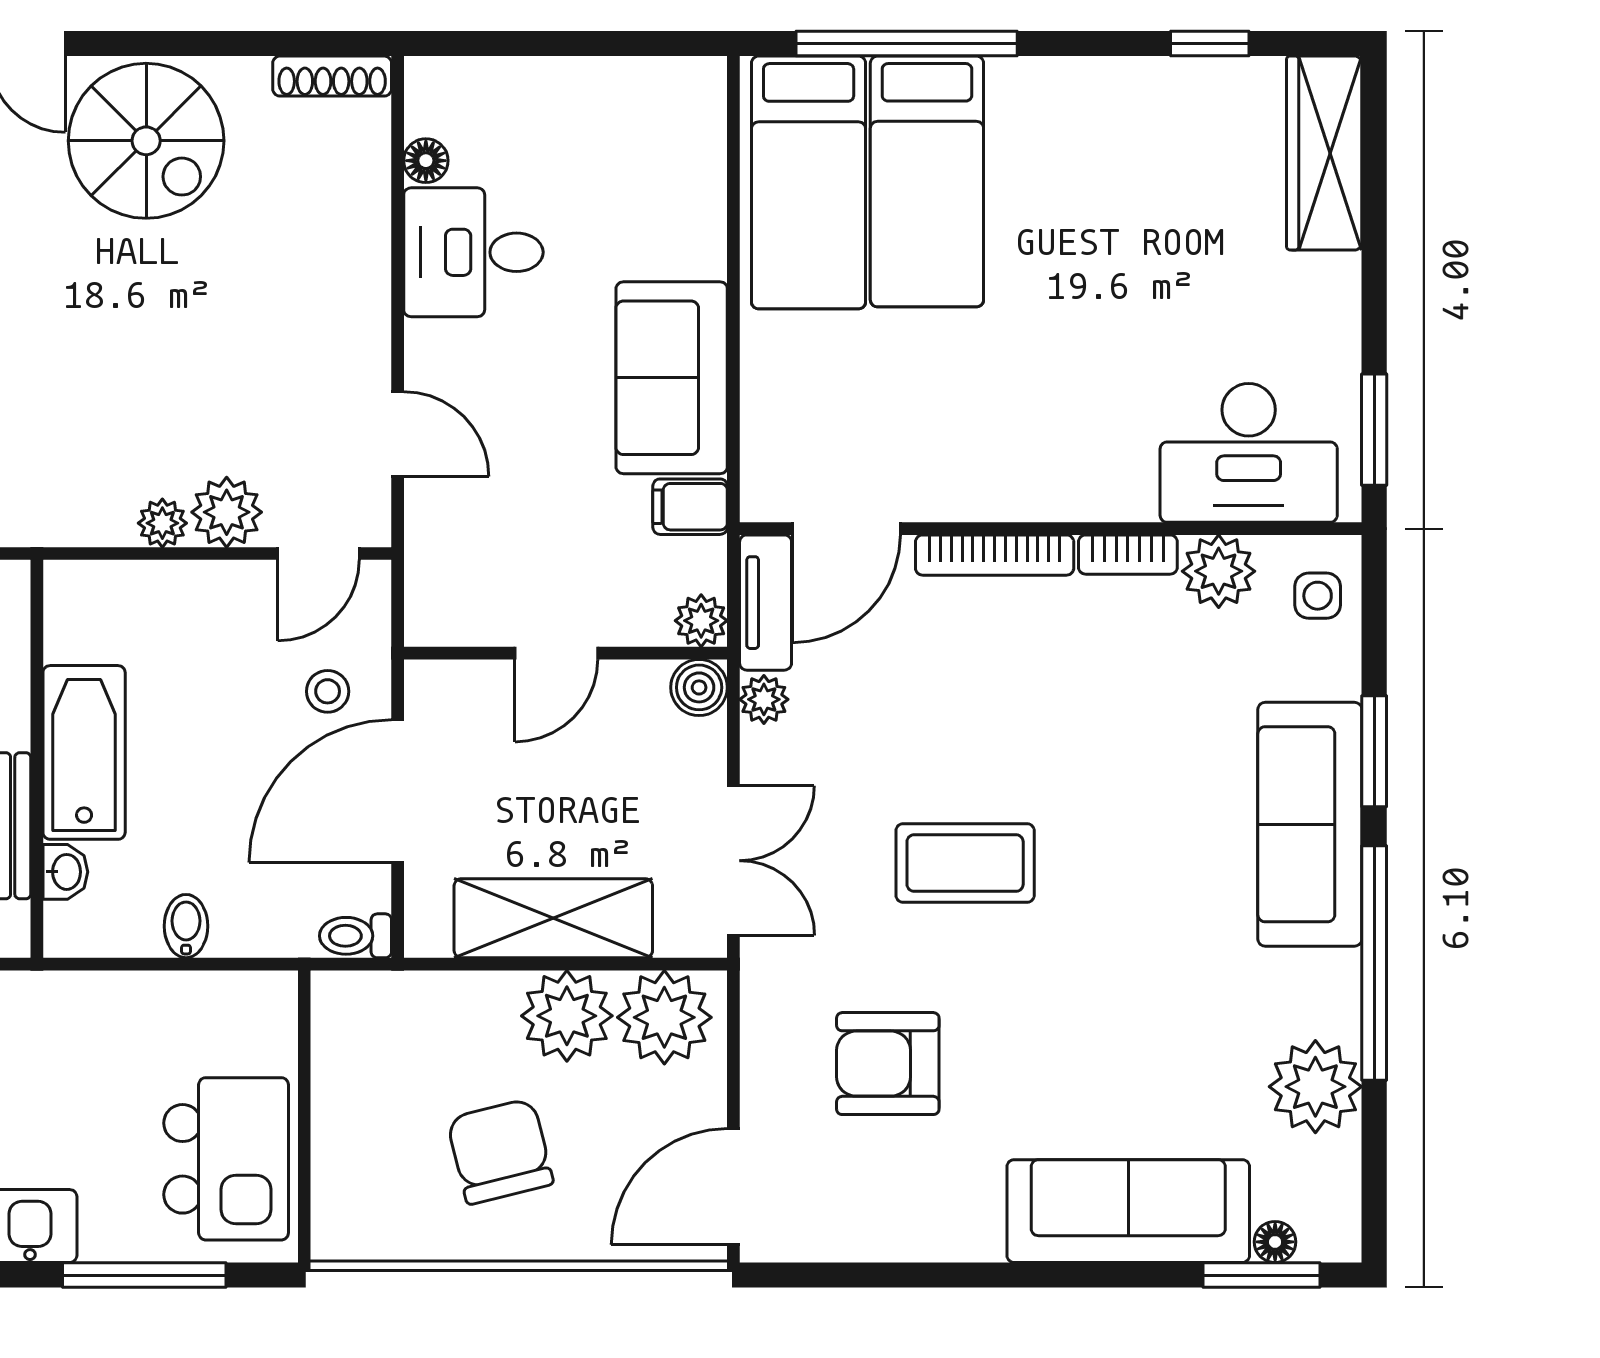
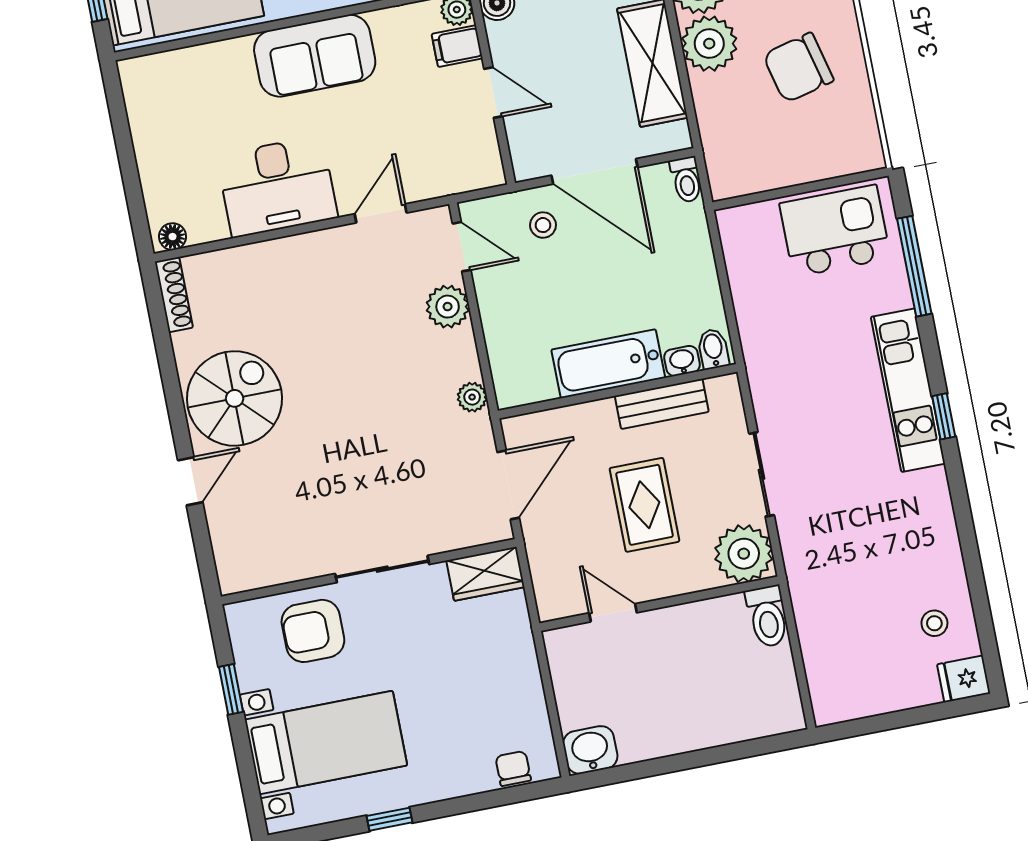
floor lamp: (426, 161) -> (173, 237), moved
desk: (473, 252) -> (277, 186), width x1.37
filing cabinet: (690, 507) -> (457, 46), moved, turned 90
plant: (162, 523) -> (472, 397), moved
bidet: (186, 926) -> (713, 349), moved, turned 90

